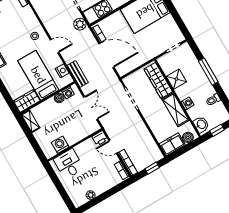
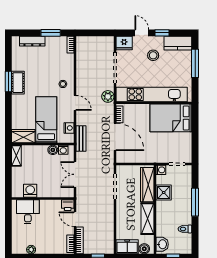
washing machine: (187, 103) -> (161, 170), moved
double door: (91, 108) -> (75, 174), swing flipped

